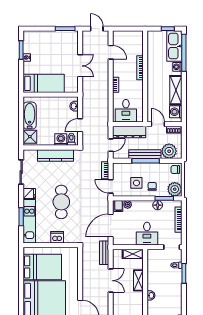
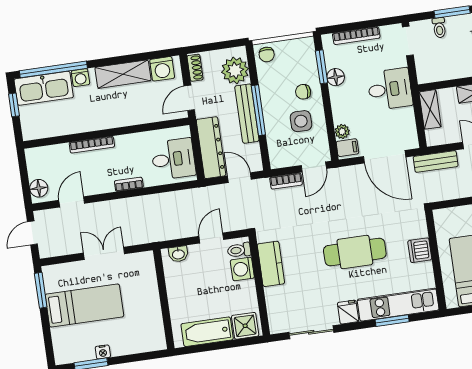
floor lamp: (121, 36) -> (39, 188), added
bed: (44, 83) -> (84, 305), moved, turned 90
door: (80, 125) -> (211, 238), swing flipped
kitchen counter: (55, 155) -> (271, 264), width x0.67
plant: (175, 189) -> (302, 50), removed

